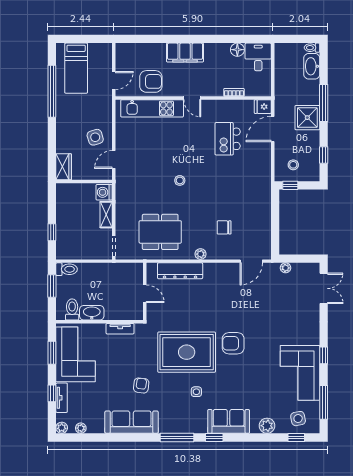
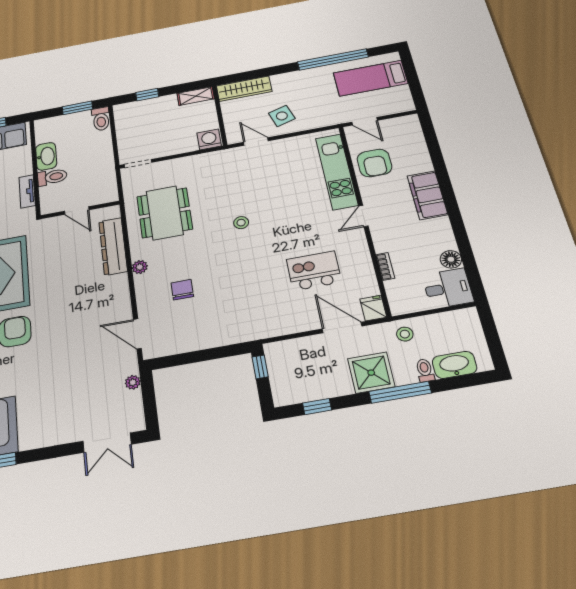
toilet: (312, 48) -> (425, 370), moved
stool: (293, 165) -> (405, 334), moved
wardrobe: (64, 167) -> (244, 89), width x1.50
shelving: (106, 215) -> (196, 96), moved
door: (145, 294) -> (77, 210), hinge flipped
toilet: (72, 309) -> (52, 177), moved

